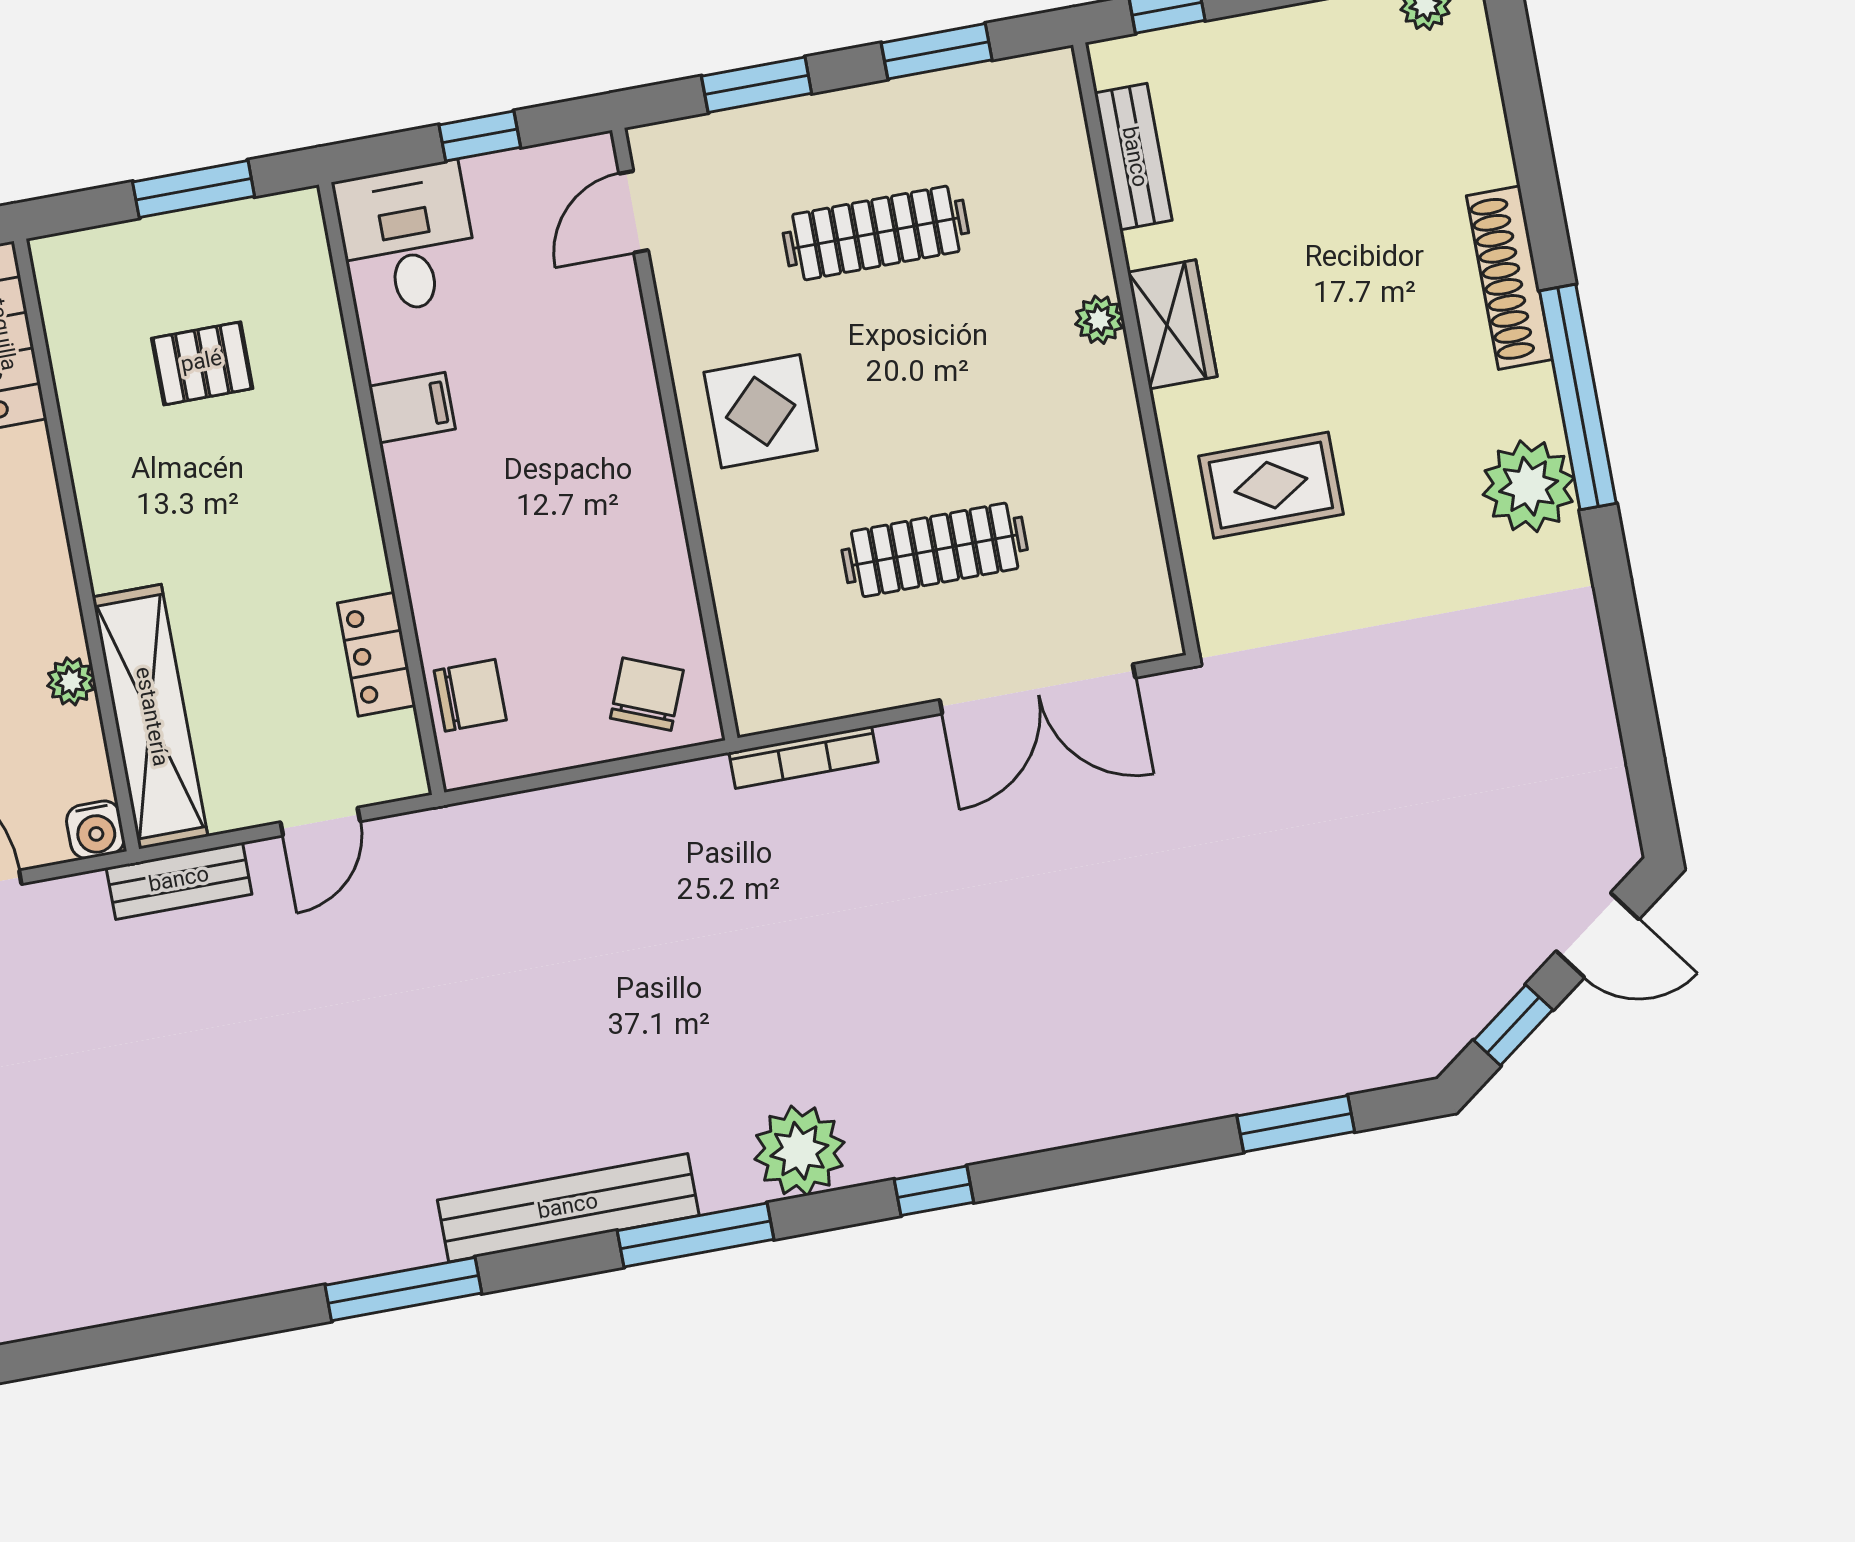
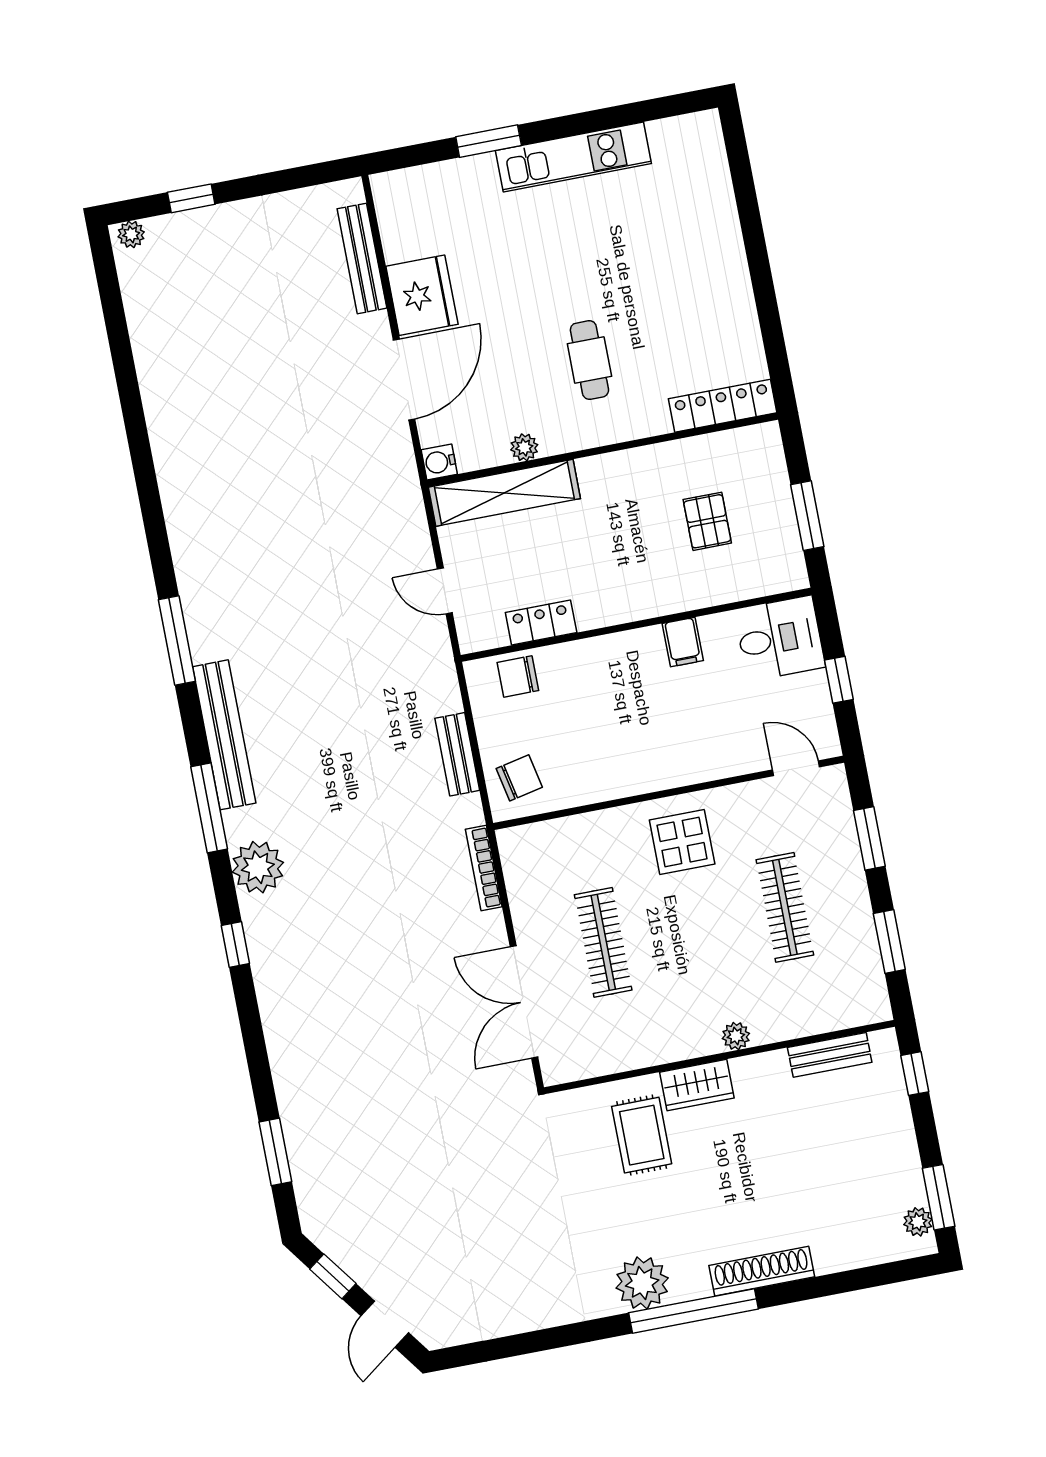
wardrobe: (1172, 324) -> (697, 1085), moved
chair: (647, 694) -> (519, 778), turned -34
chair: (470, 695) -> (518, 676), turned 90
bench: (179, 881) -> (457, 754), moved

